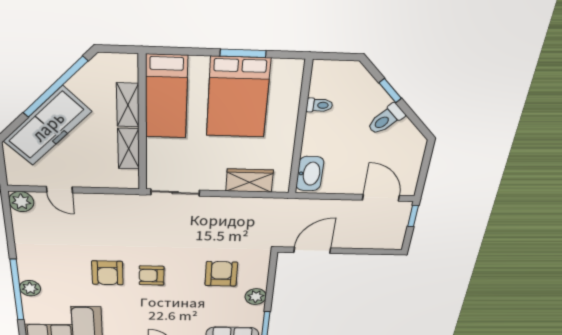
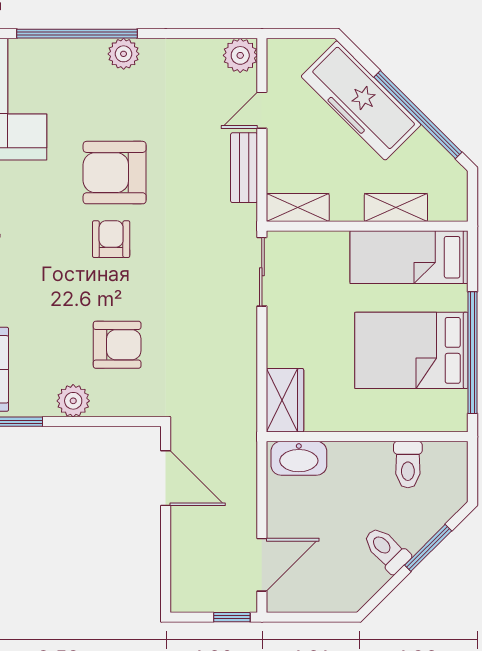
window: (243, 53) -> (473, 353), width x2.11
window: (390, 91) -> (428, 548), width x1.50
toilet: (319, 105) -> (408, 465), width x1.37, depth x1.39
shelving: (129, 149) -> (298, 208), moved
wardrobe: (249, 181) -> (285, 400), moved
bench: (101, 201) -> (244, 168), added
armchair: (107, 273) -> (115, 173), width x1.36, depth x1.36
plant: (30, 288) -> (124, 54), moved

